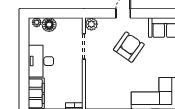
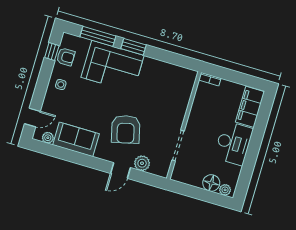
plant: (91, 24) -> (142, 163), moved
armchair: (129, 47) -> (126, 129), turned -49

